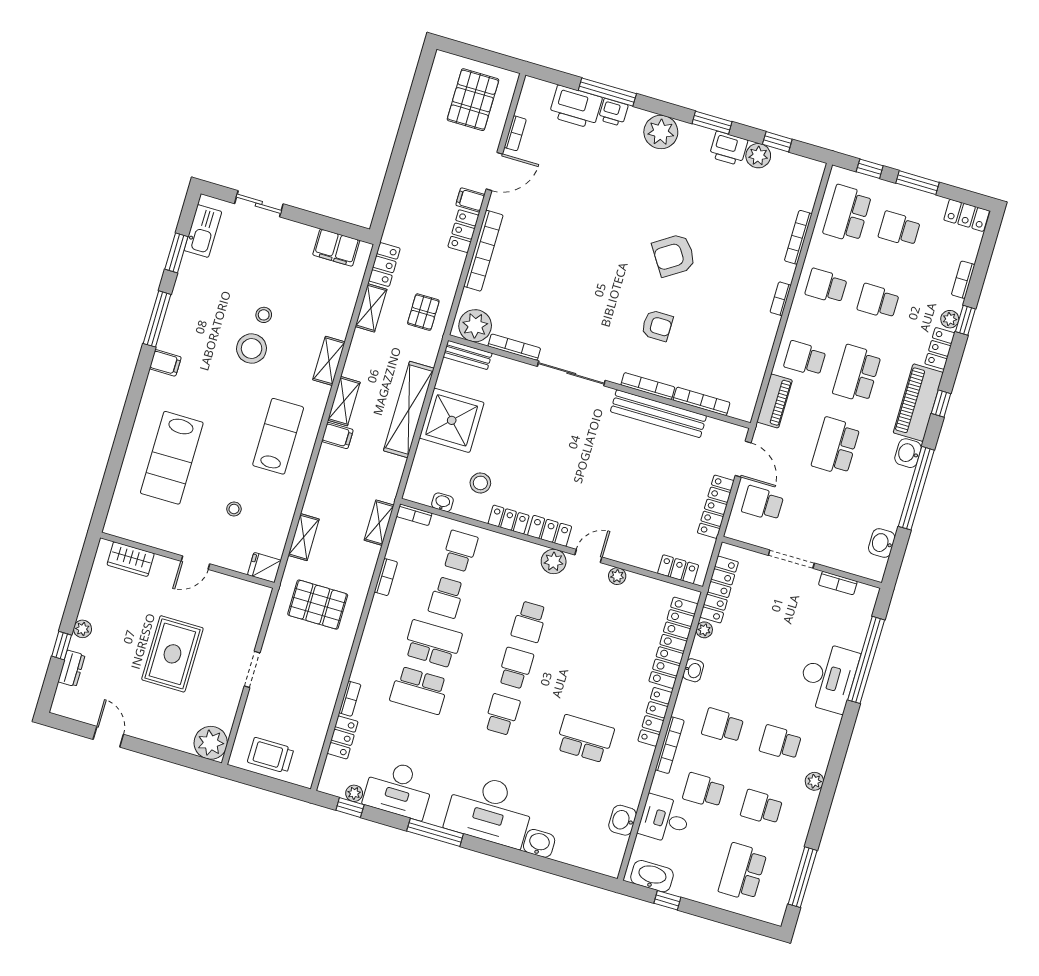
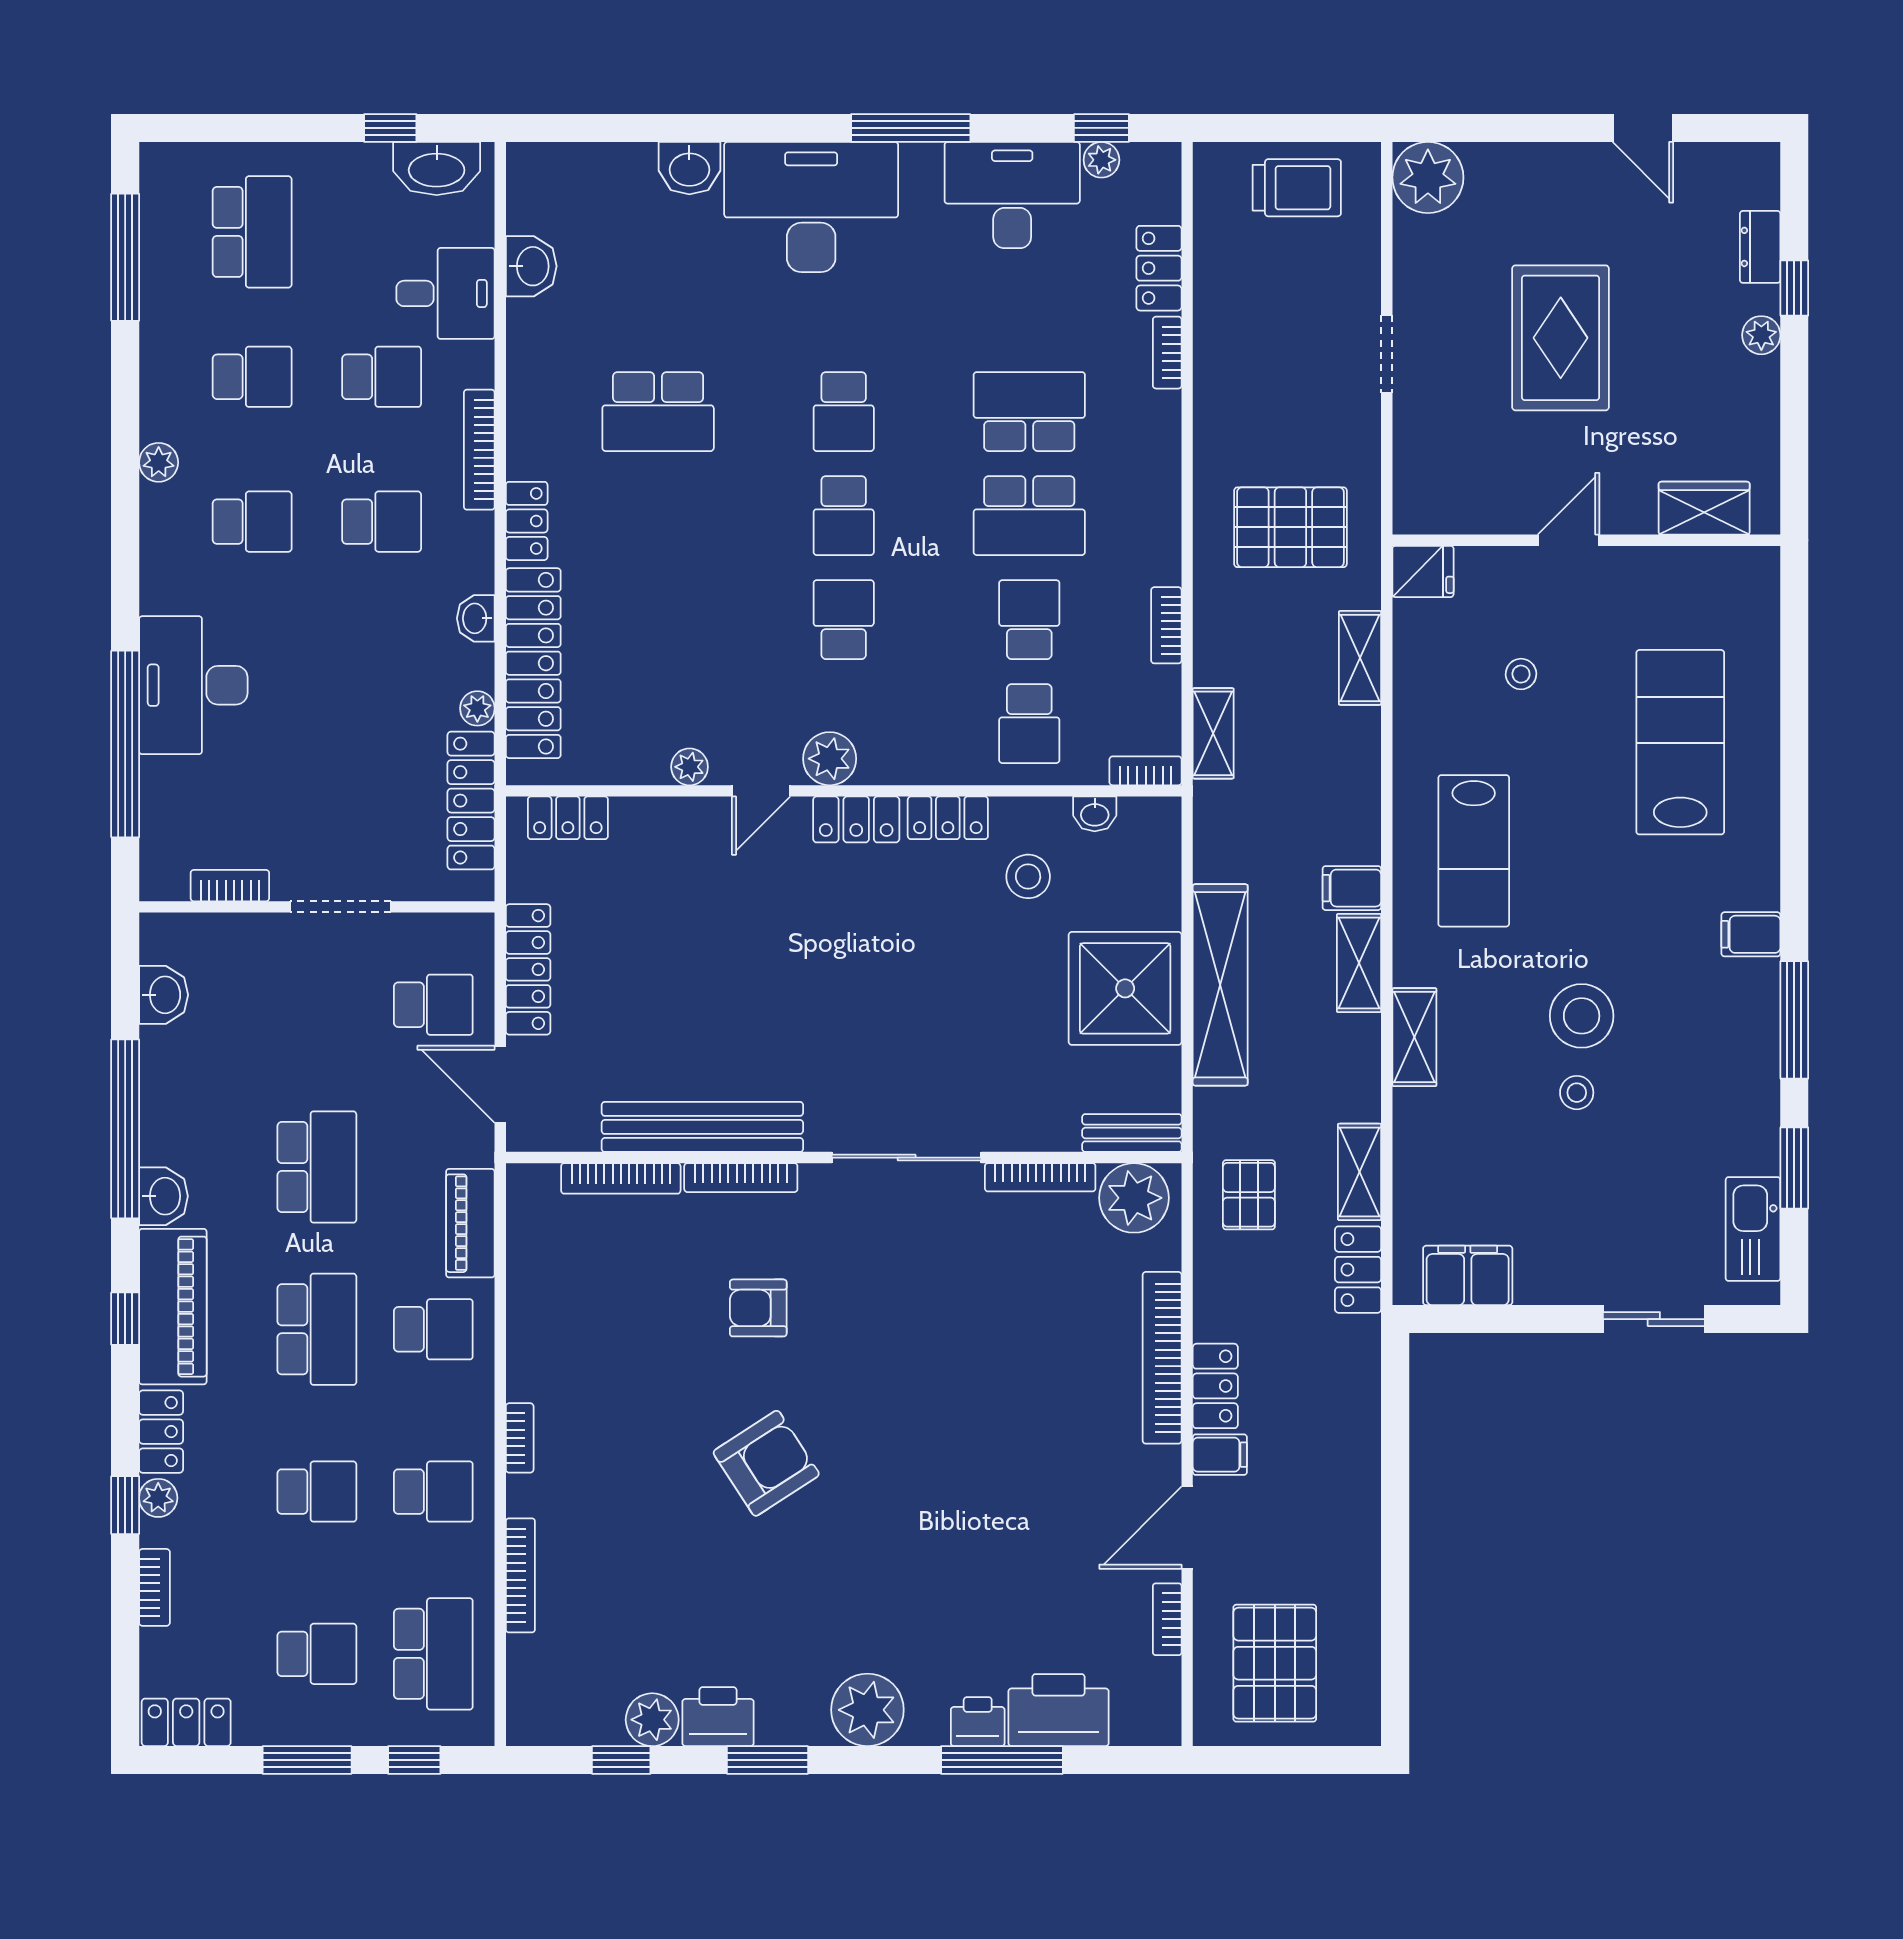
locker: (655, 717) -> (527, 521), width x0.66

